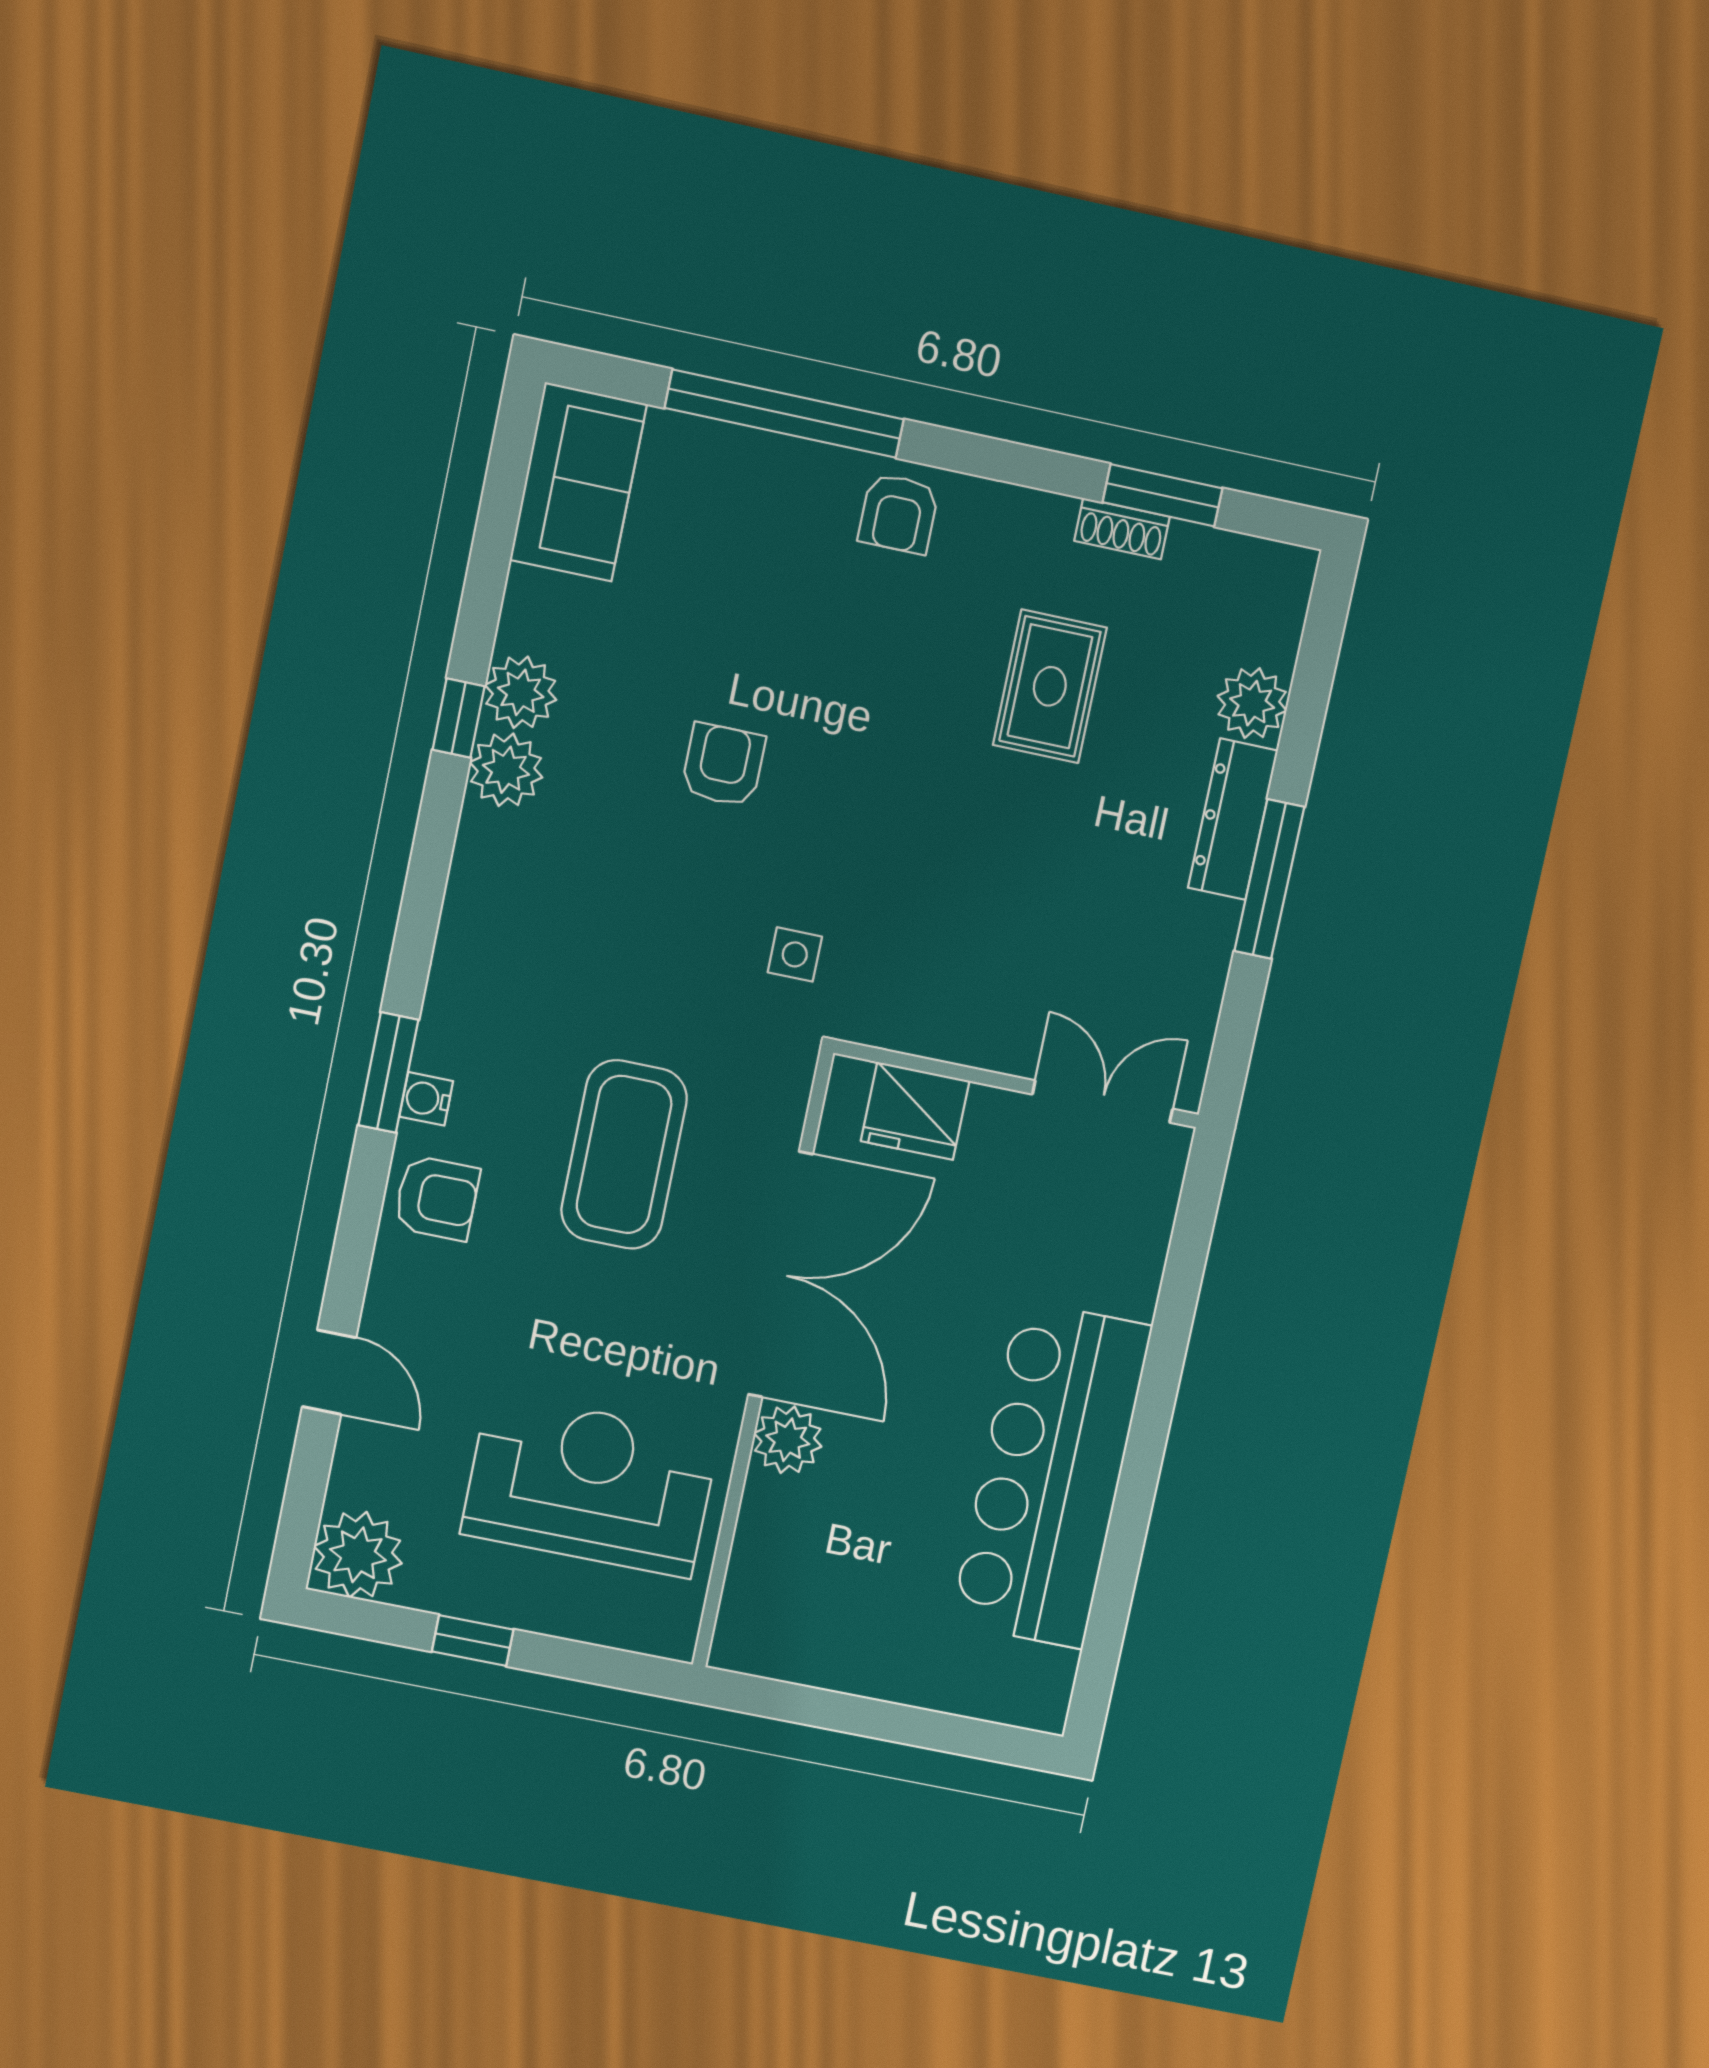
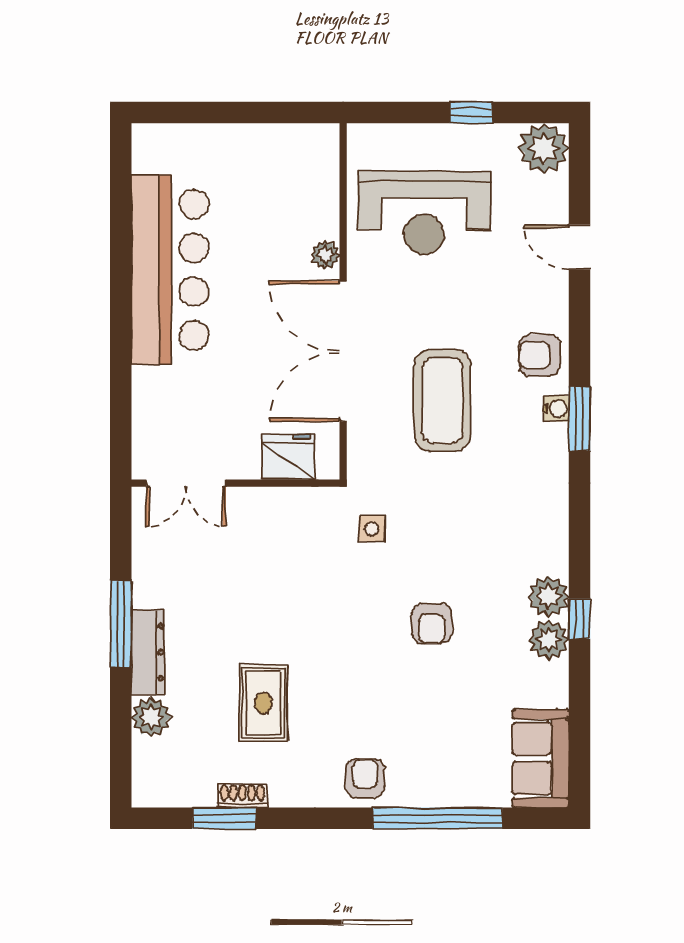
plant: (788, 1440) -> (325, 255), width x0.73, depth x0.73

